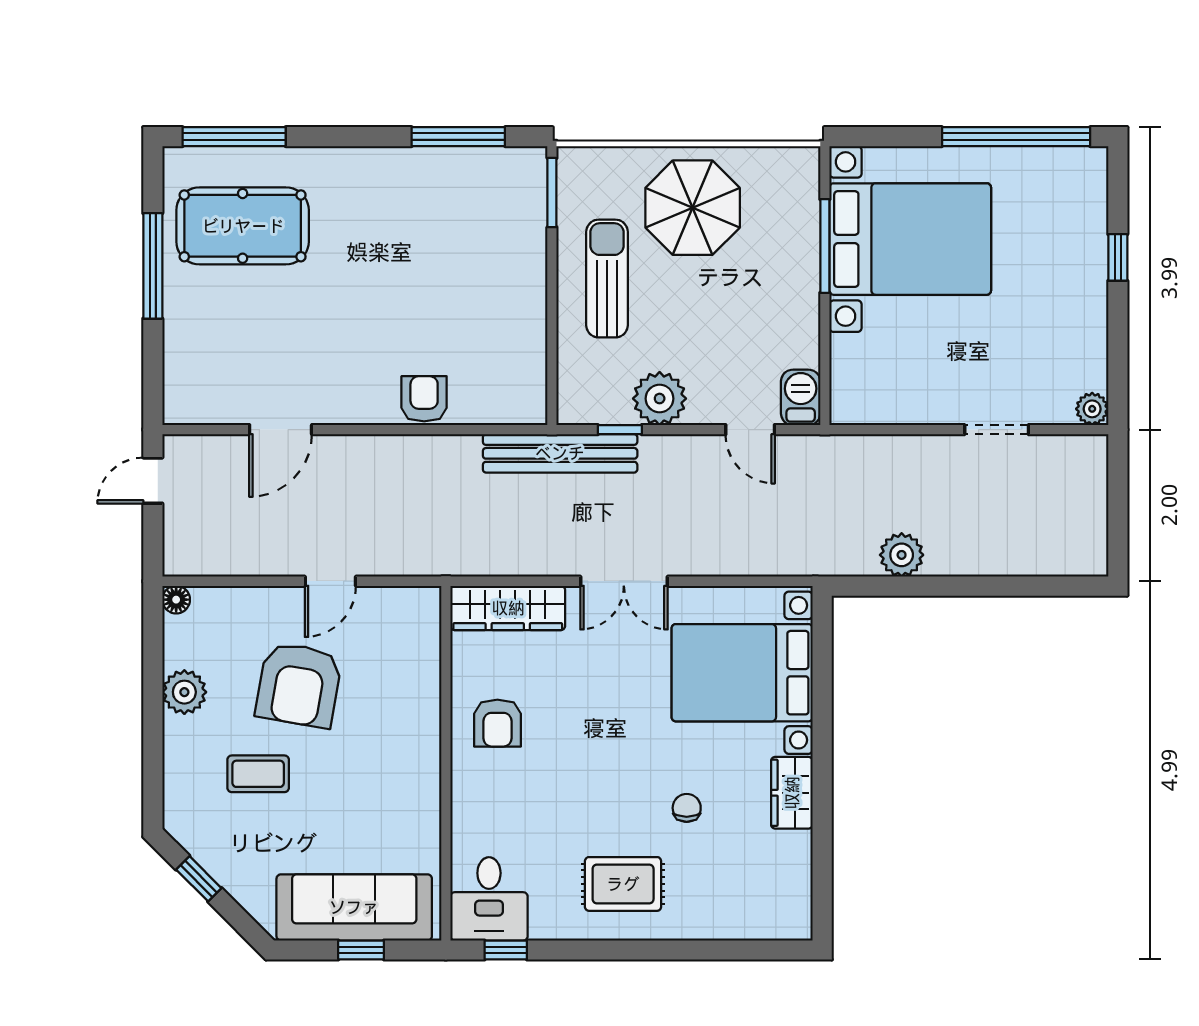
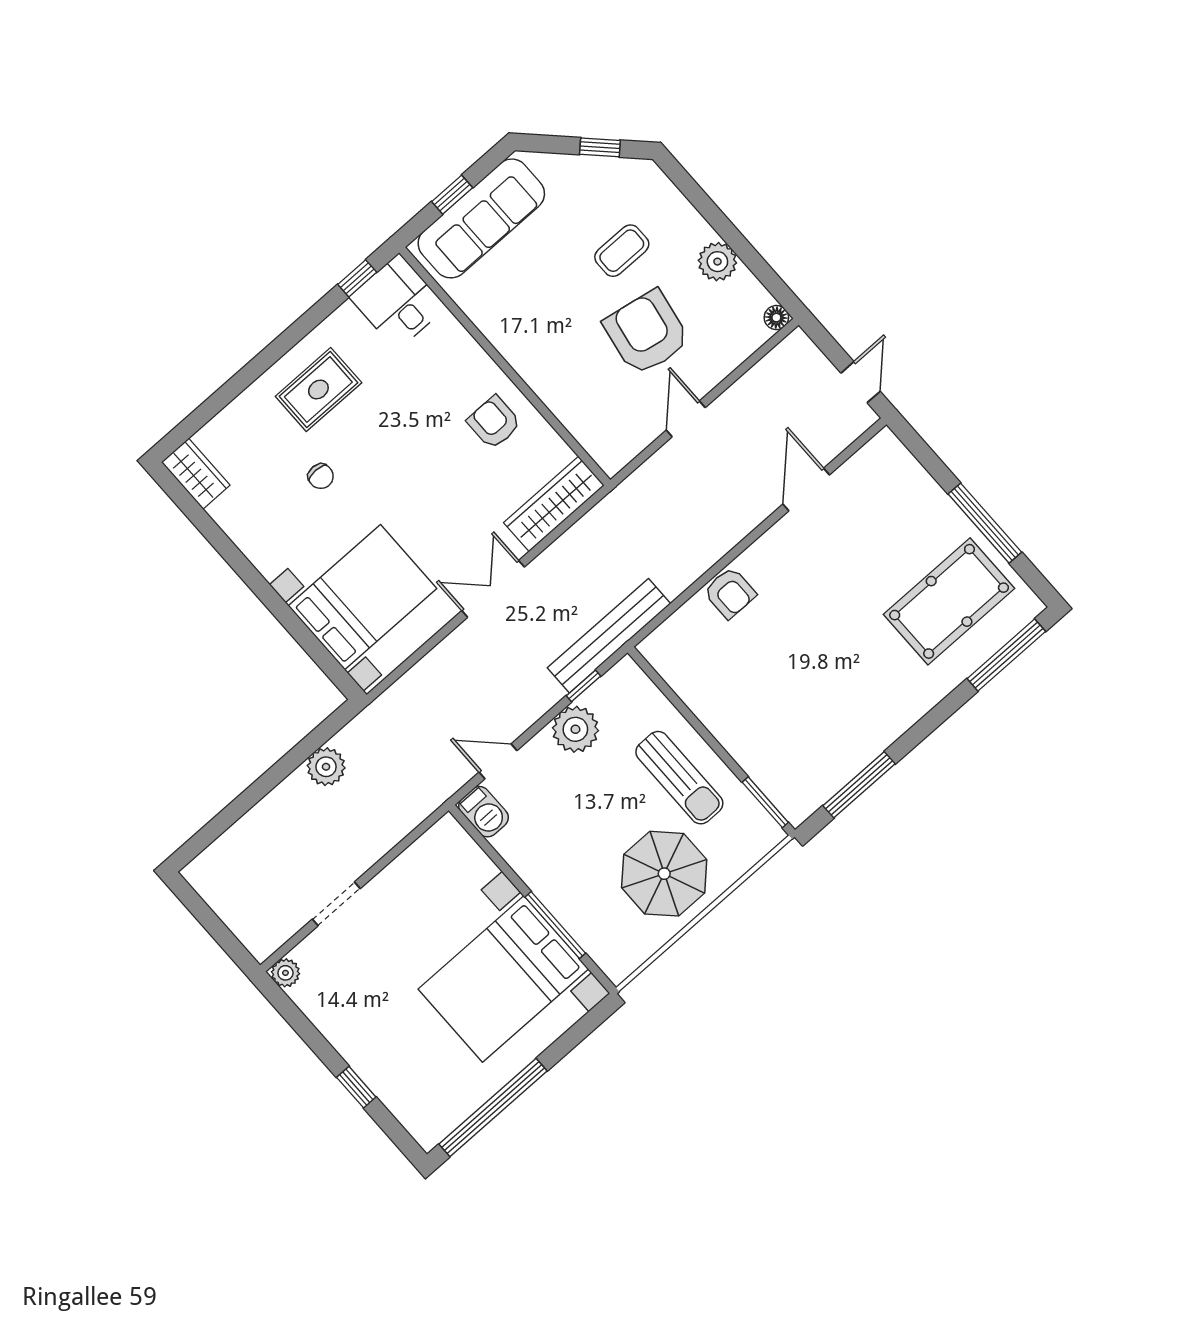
wardrobe: (792, 793) -> (196, 474), moved

